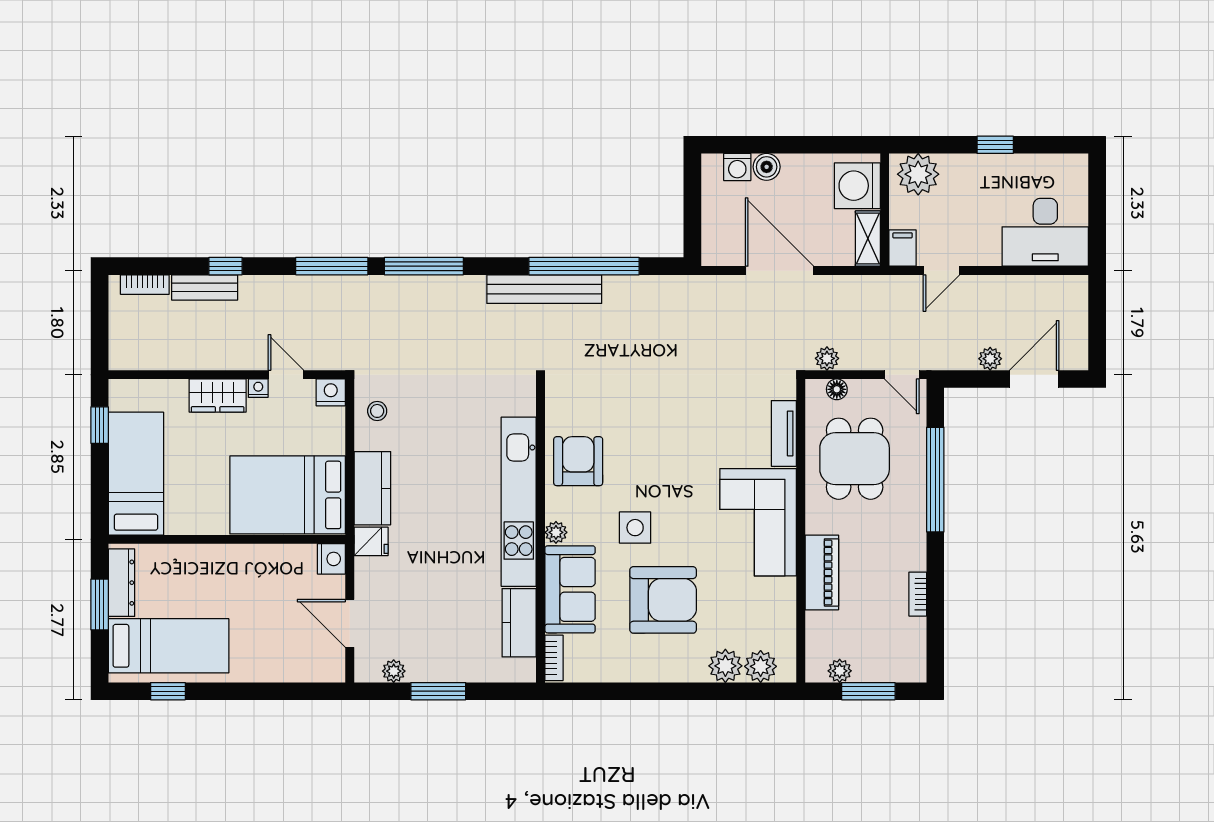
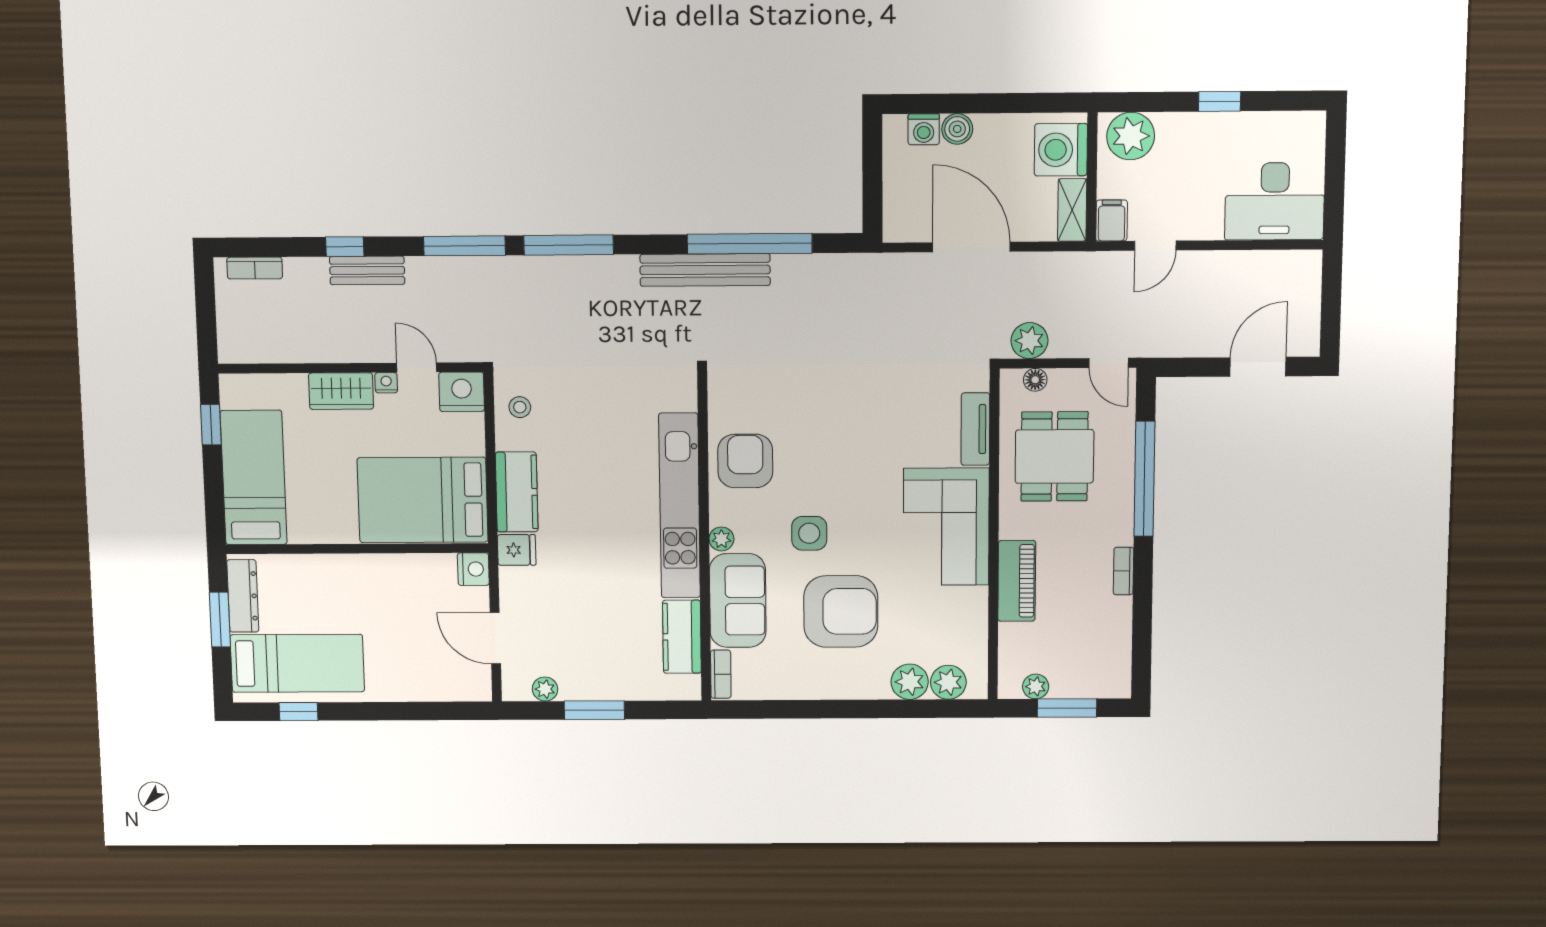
bench: (205, 287) -> (367, 270), moved
plant: (827, 358) -> (1030, 341), width x1.38, depth x1.38
plant: (990, 359) -> (1209, 345), removed
nightstand: (331, 392) -> (462, 392), width x1.36, depth x1.33
bookcase: (918, 594) -> (1124, 571), moved

